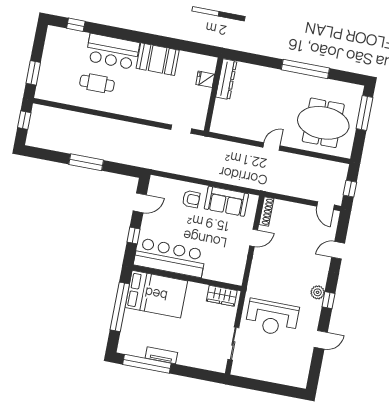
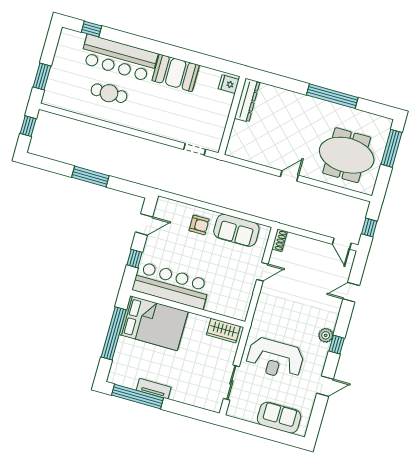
bar counter: (112, 52) -> (119, 58), width x1.36
fridge: (205, 79) -> (229, 84), moved
shoe rack: (266, 211) -> (279, 240), width x0.70
sofa: (280, 373) -> (279, 418), added

